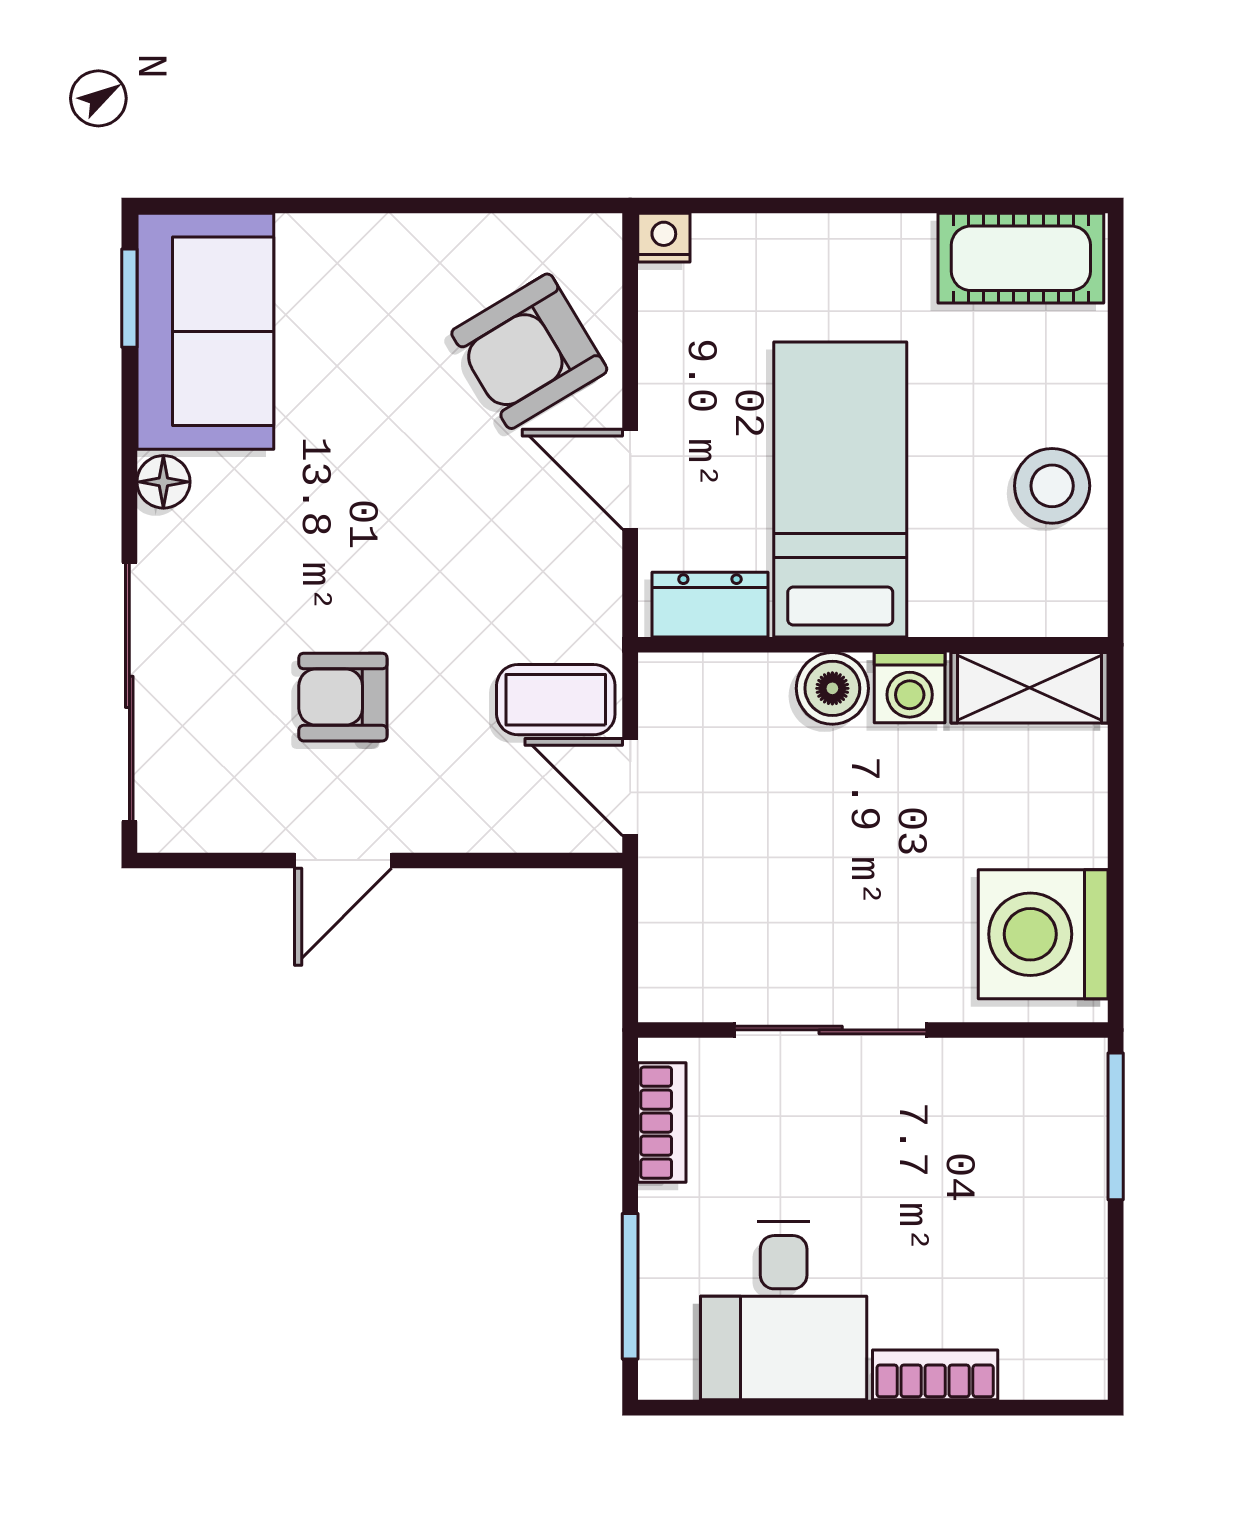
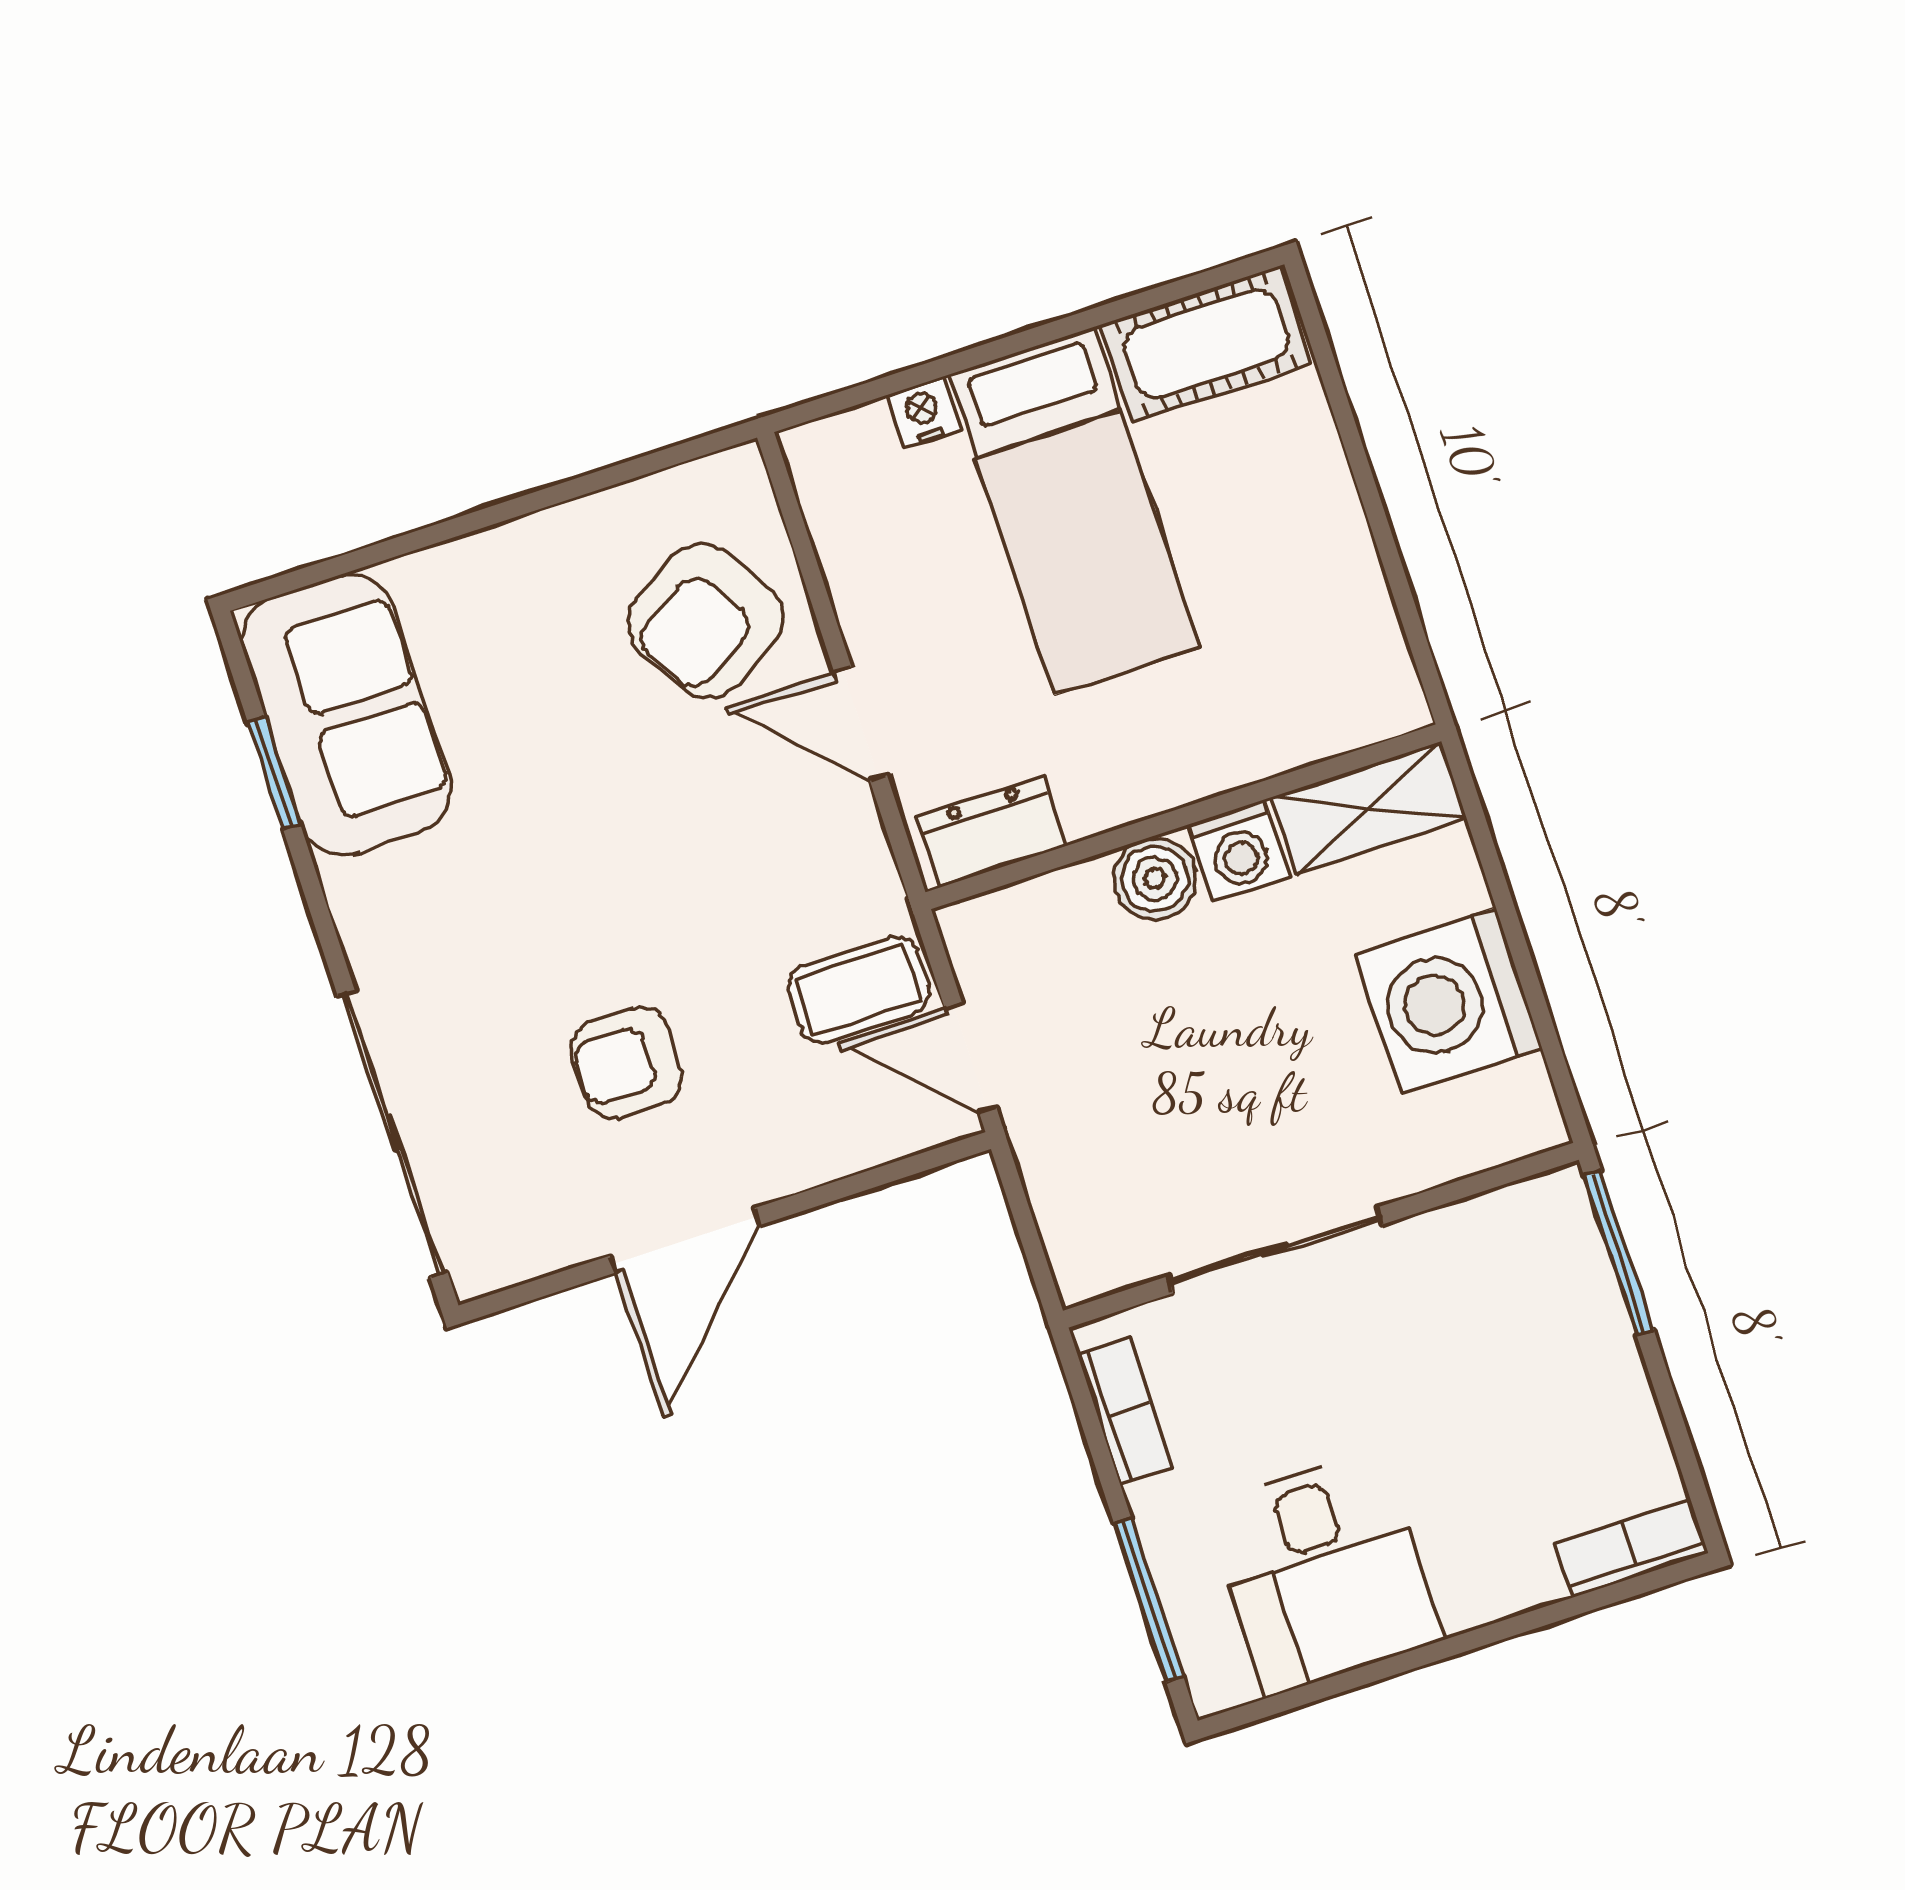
nightstand: (664, 238) -> (923, 412), moved
window: (129, 298) -> (274, 773), moved
floor lamp: (163, 482) -> (355, 893), removed
stool: (1052, 486) -> (1321, 580), removed
bed: (840, 489) -> (1074, 511), moved, turned 180
door: (343, 860) -> (685, 1240), width x1.38
washing machine: (1043, 934) -> (1449, 1001), moved
bookcase: (935, 1375) -> (1632, 1548), moved

